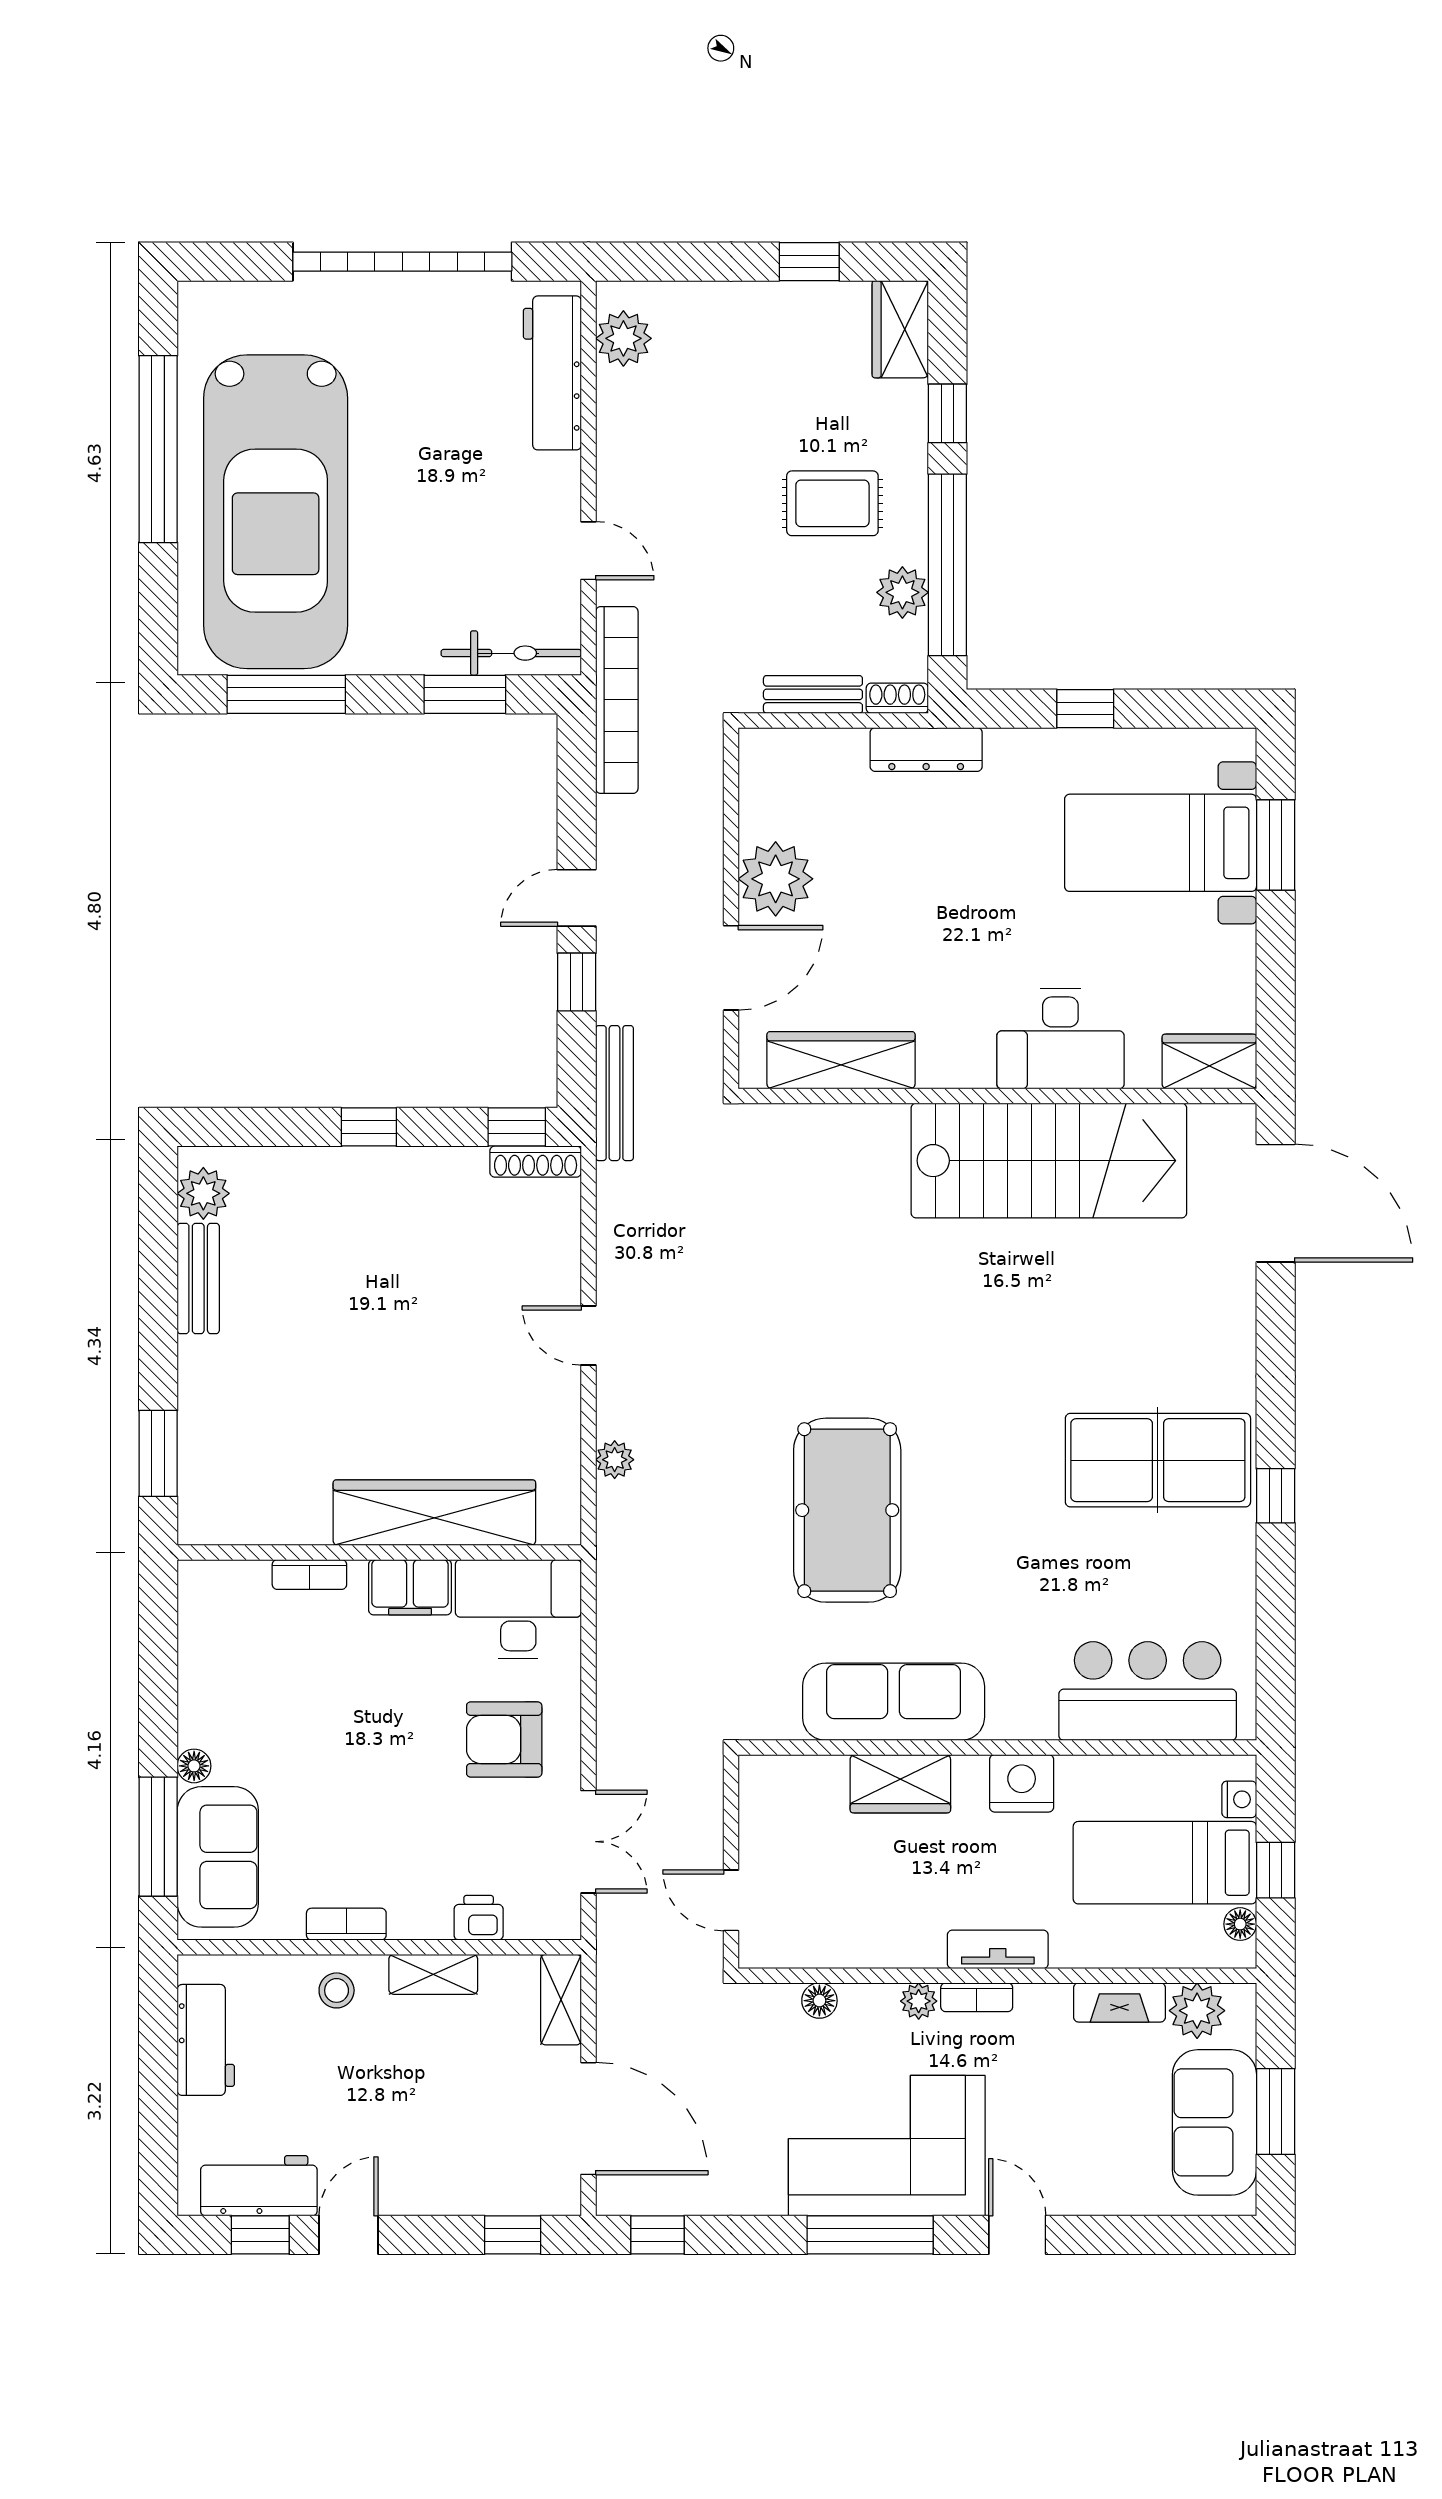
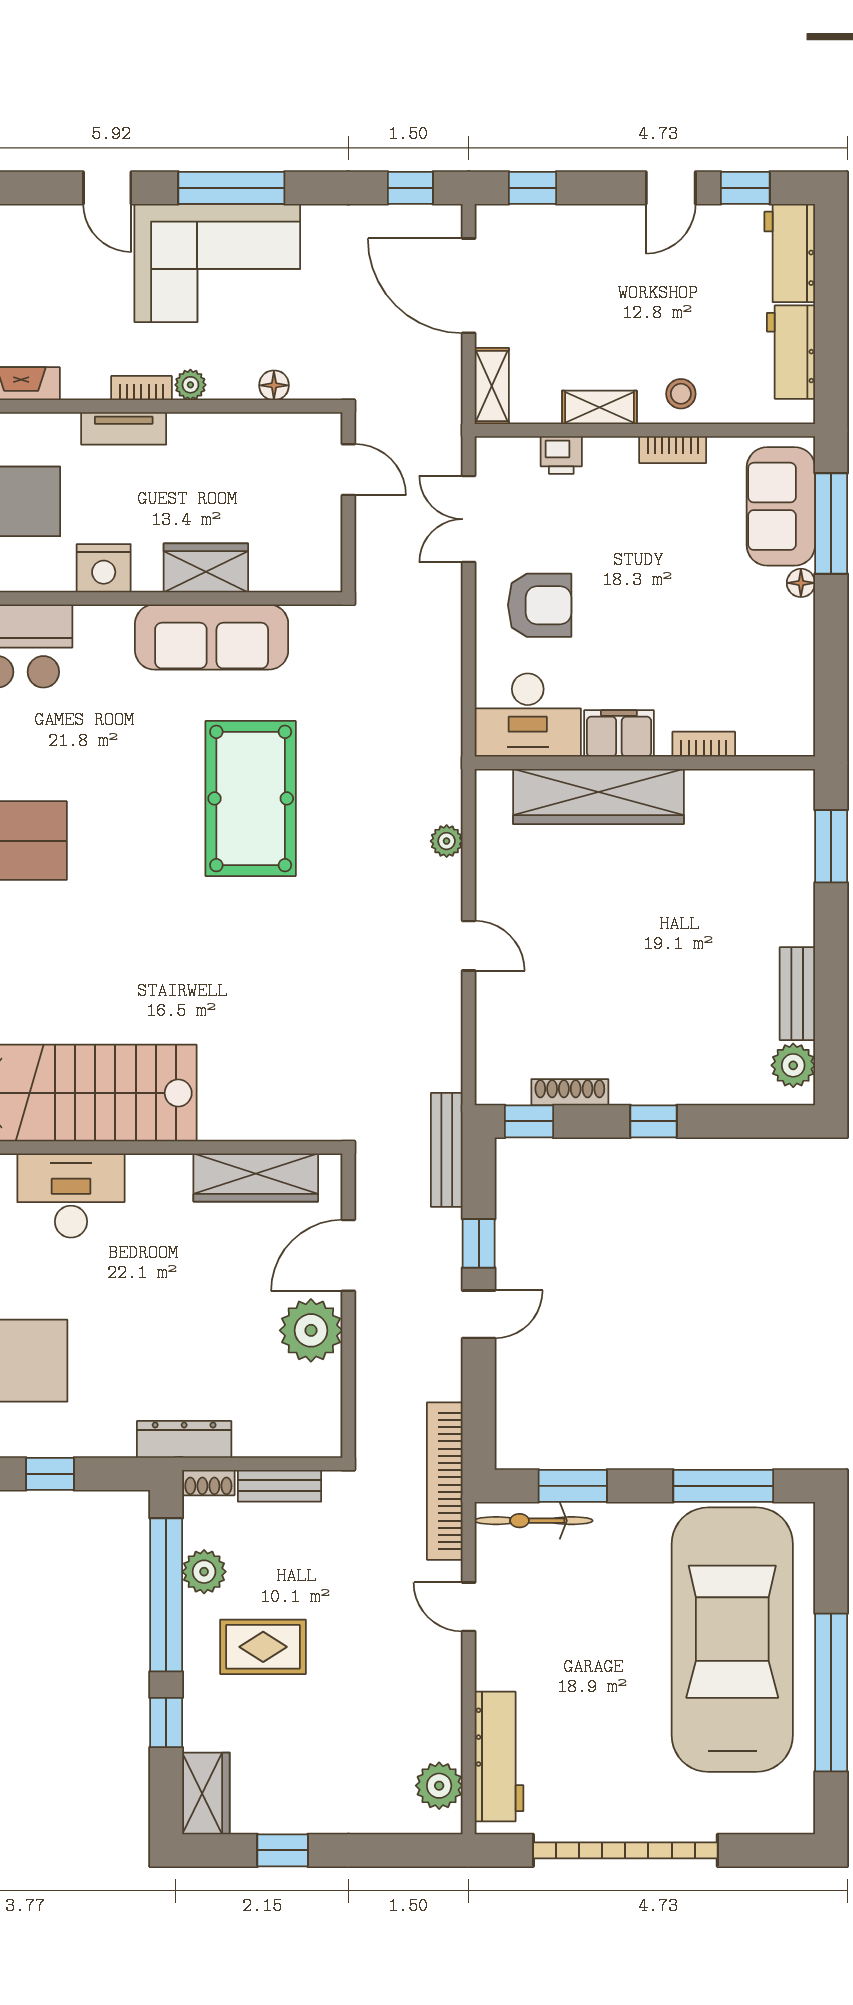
shoe rack: (536, 1162) -> (570, 1092), moved
workbench: (259, 2186) -> (790, 253), moved, turned 90

